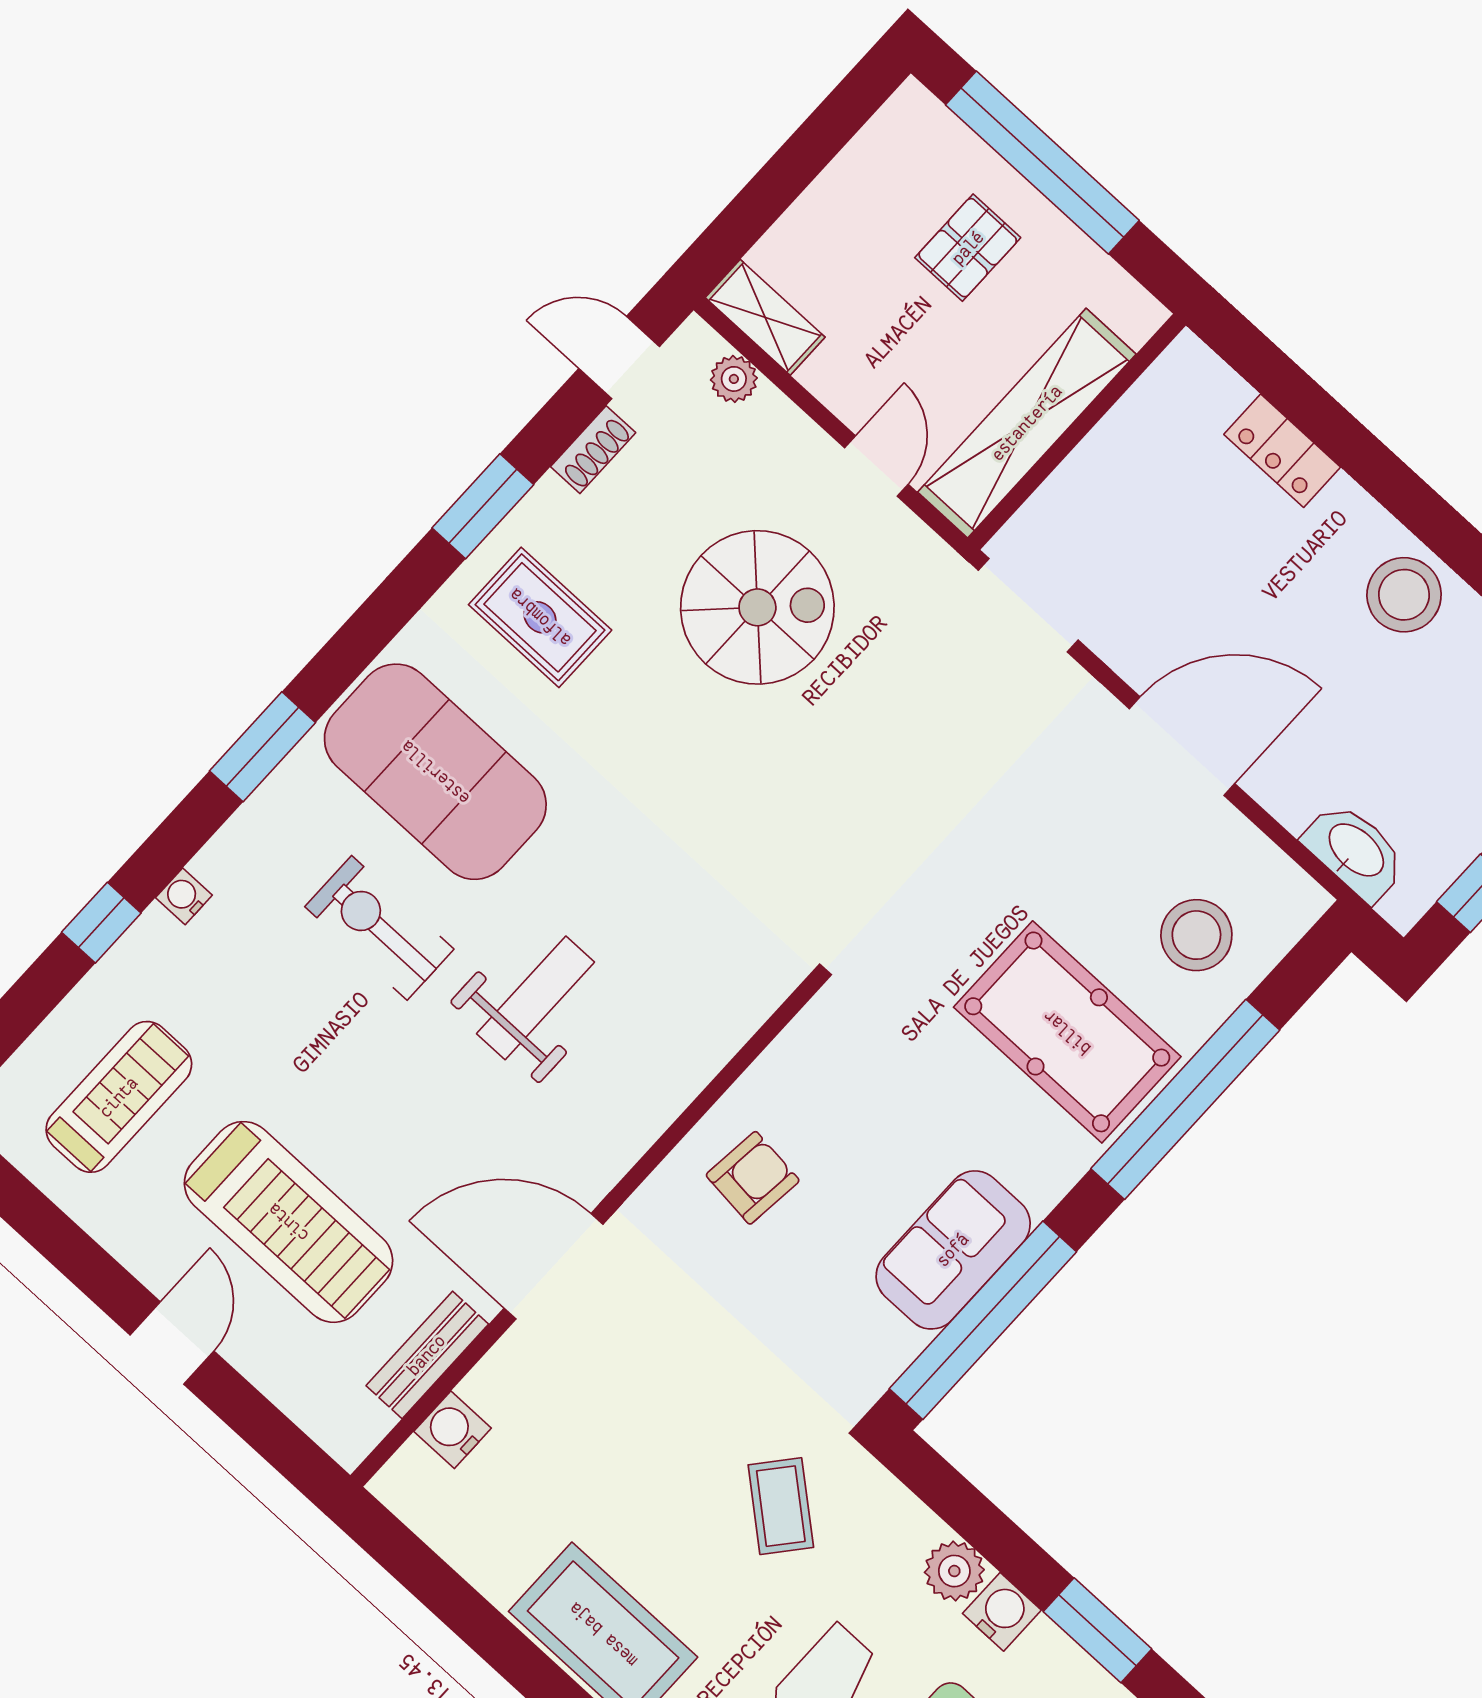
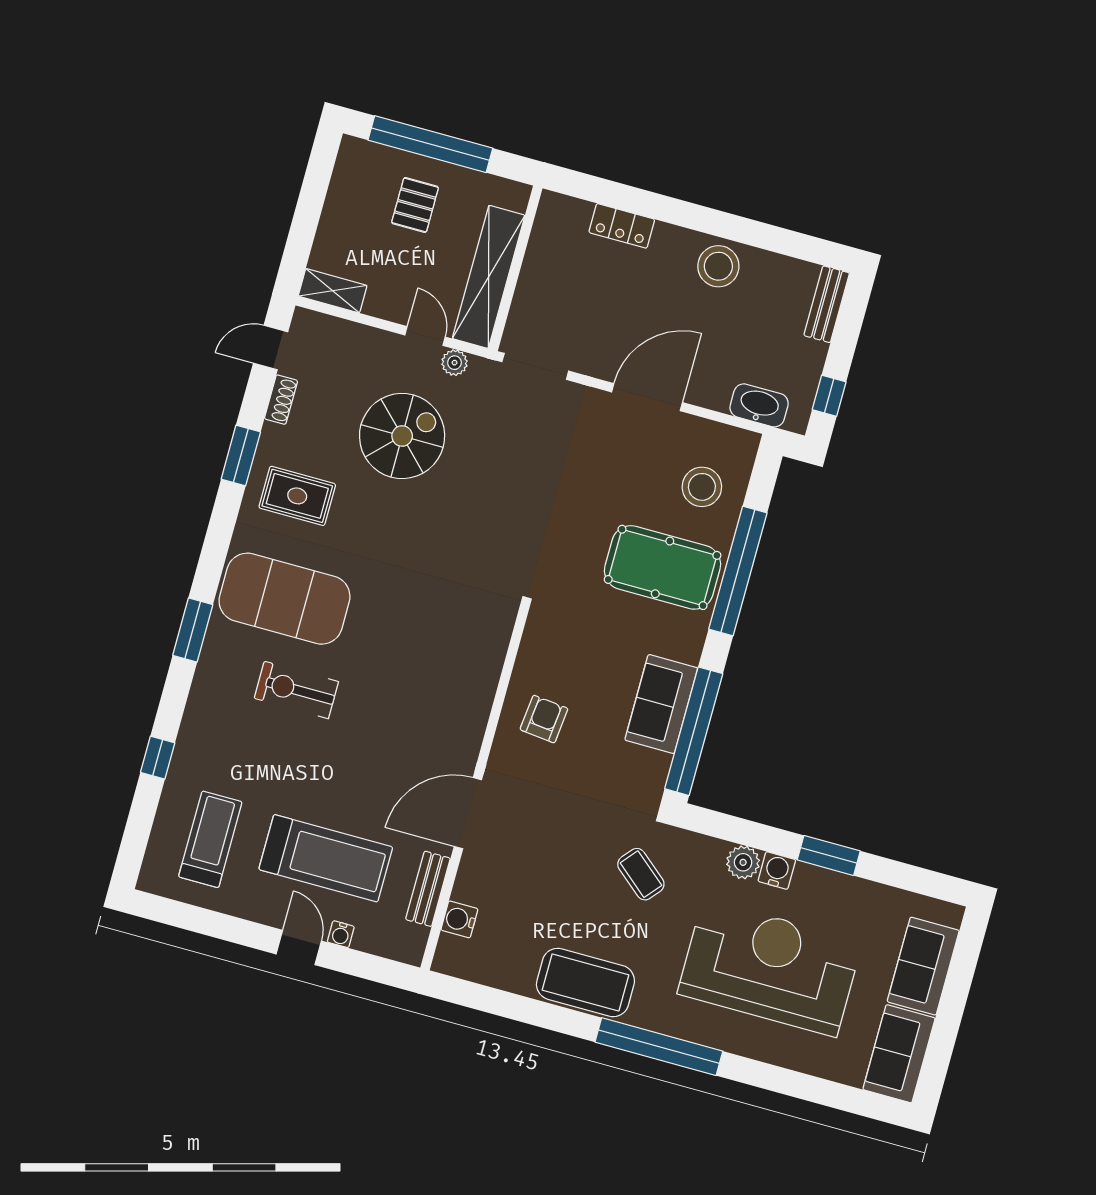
plant: (734, 379) -> (454, 363), moved
water cooler: (184, 896) -> (341, 934), moved, turned -90
weight bench: (536, 998) -> (391, 685), removed

